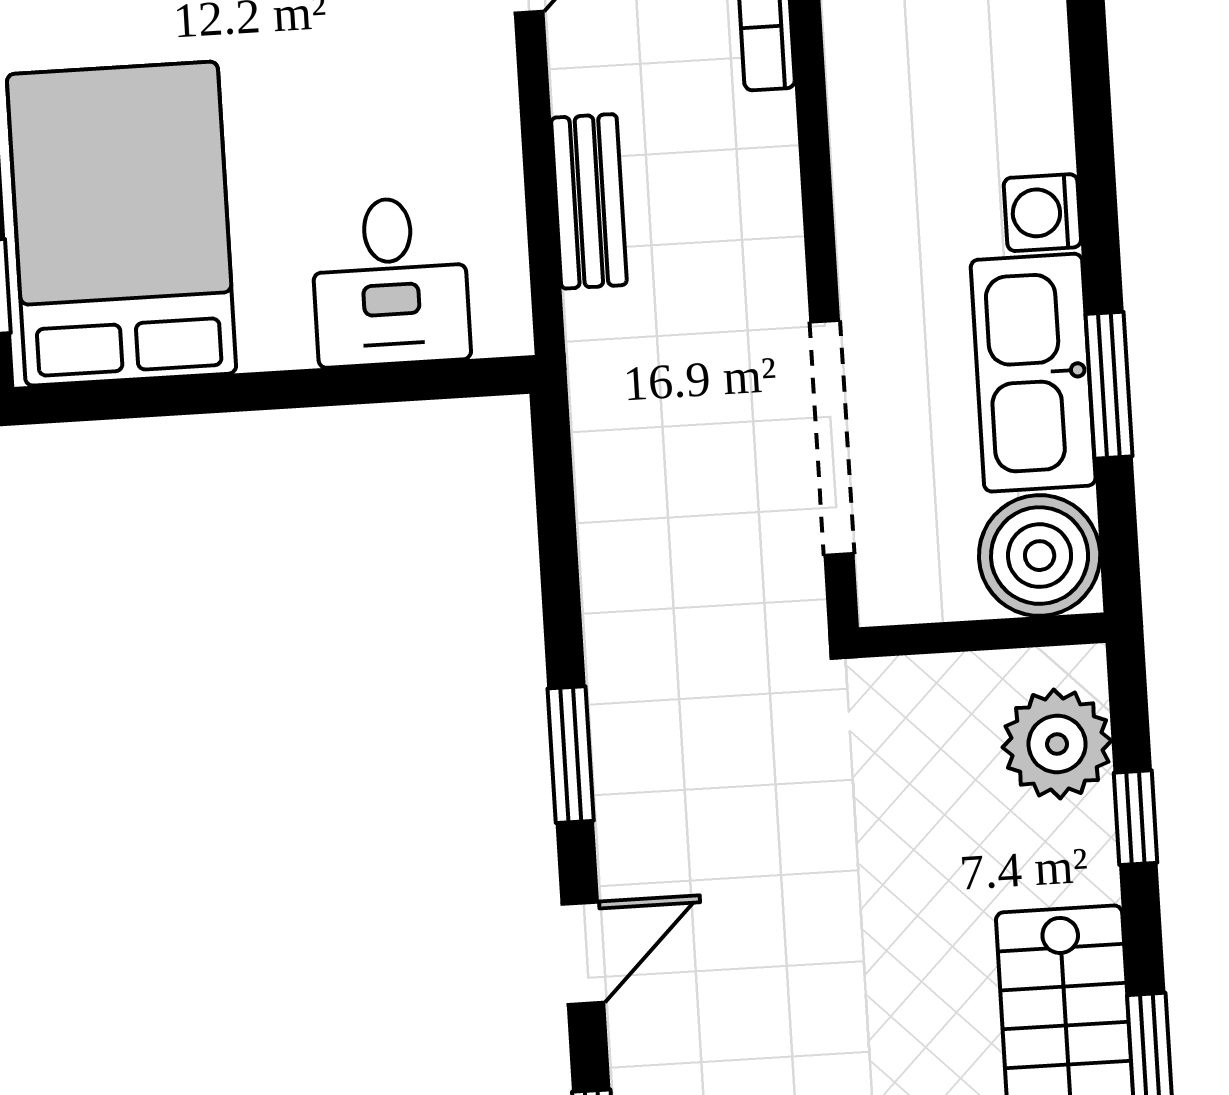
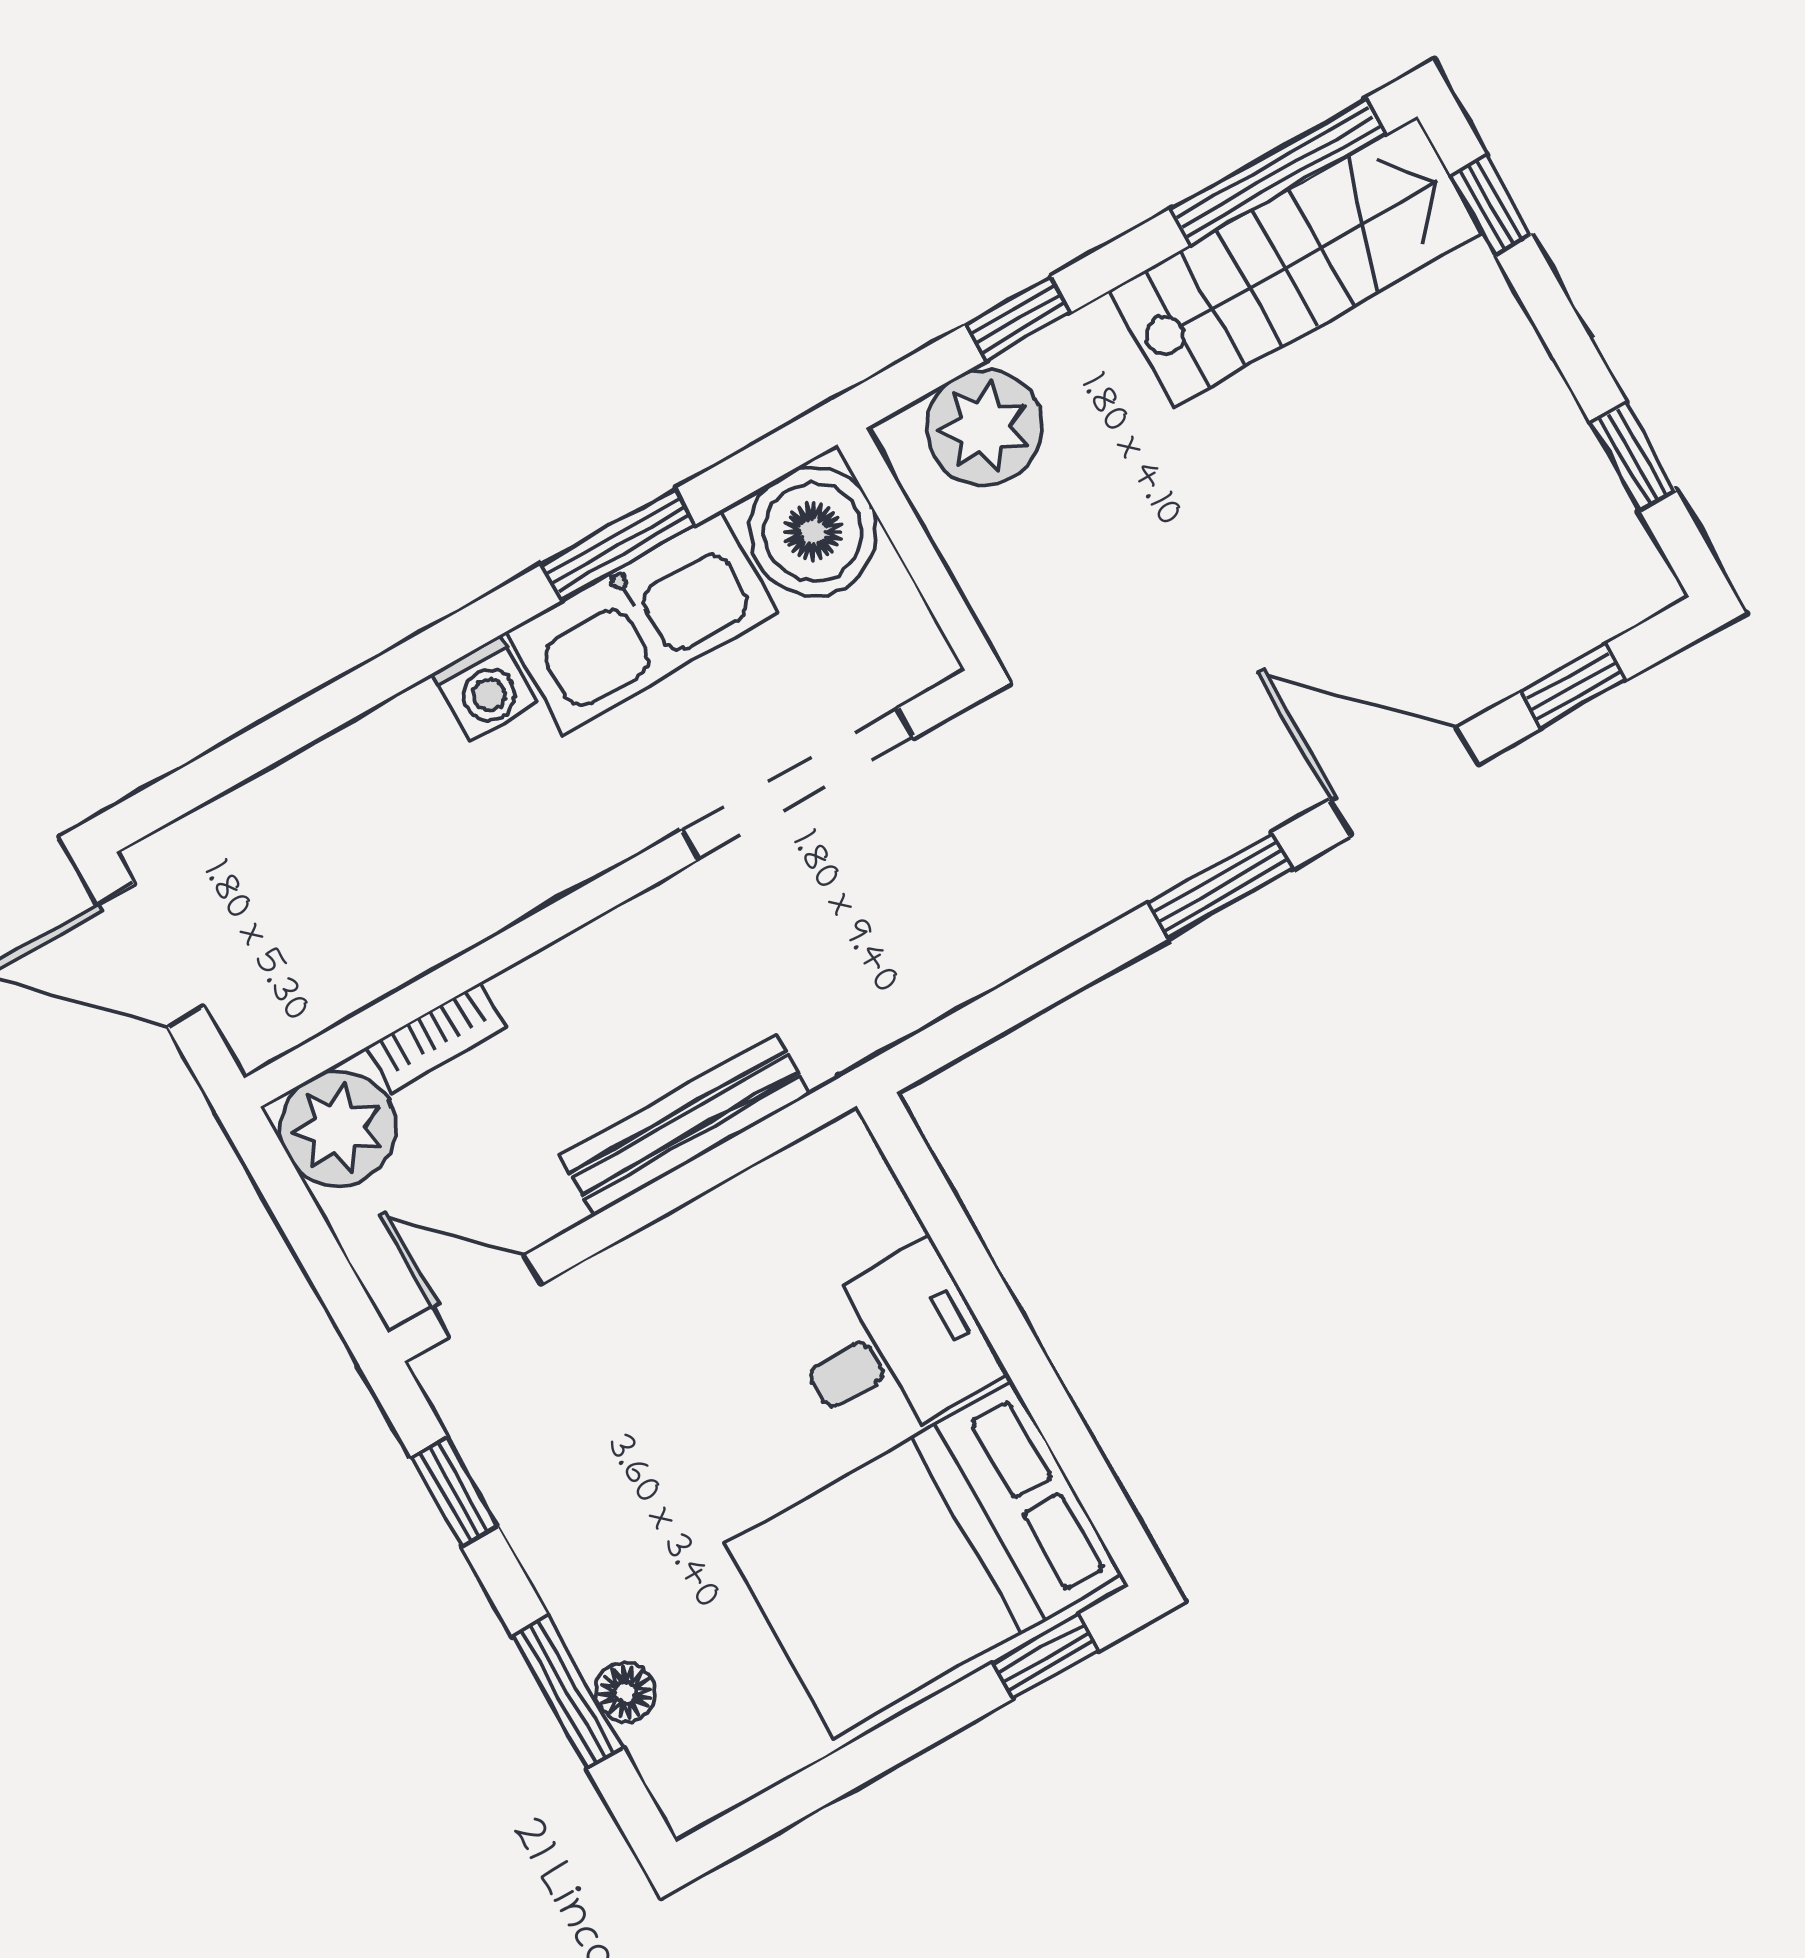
bench: (589, 201) -> (685, 1125), width x1.36
desk: (390, 281) -> (894, 1348), moved
door: (583, 953) -> (1404, 782), width x1.38

